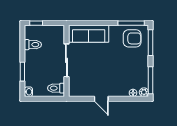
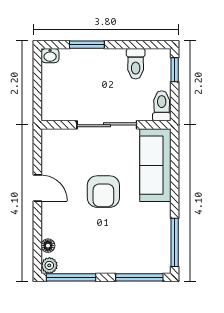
armchair: (132, 38) -> (103, 192), moved
toilet: (56, 88) -> (162, 106), moved
door: (101, 99) -> (37, 188), swing flipped

